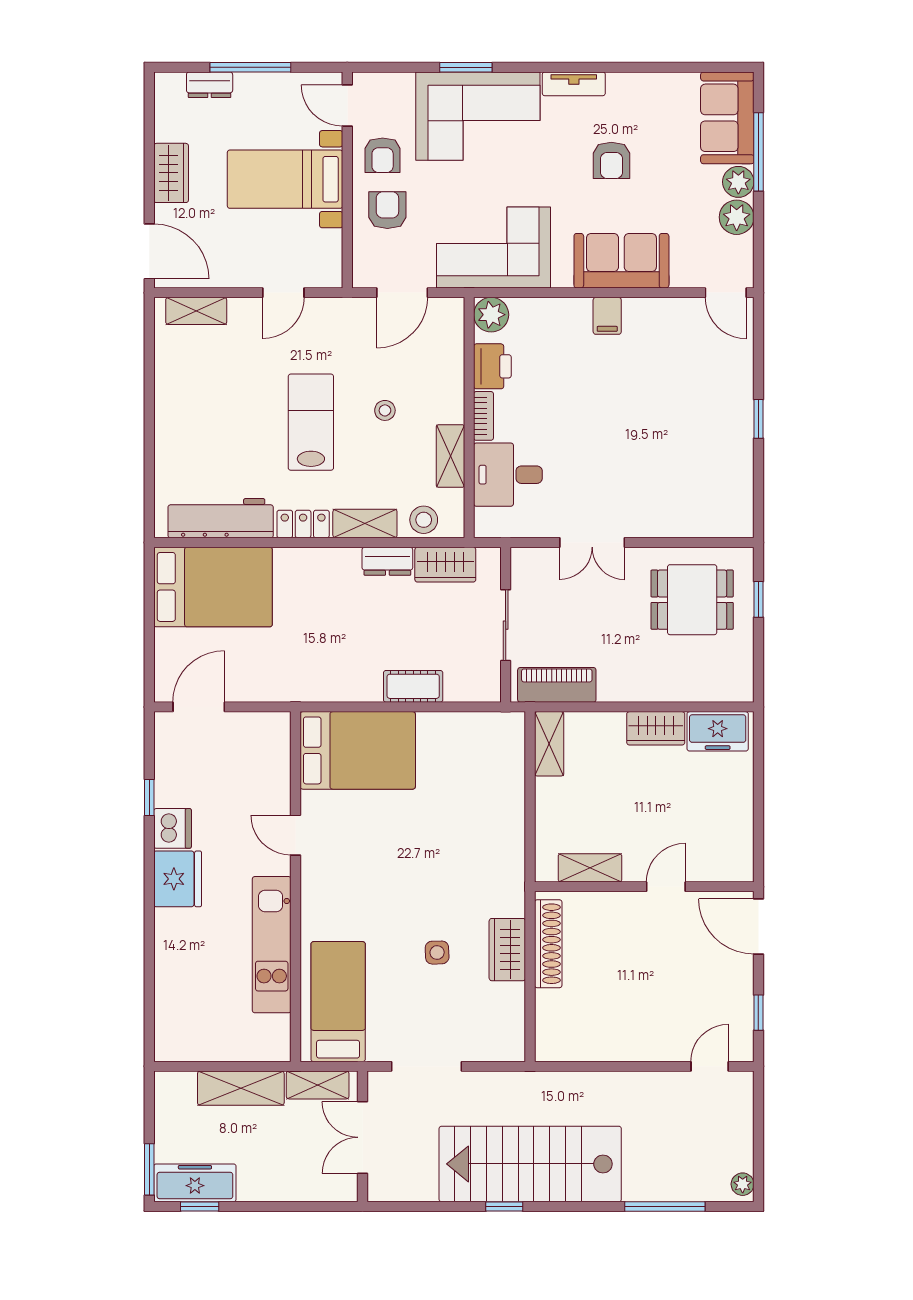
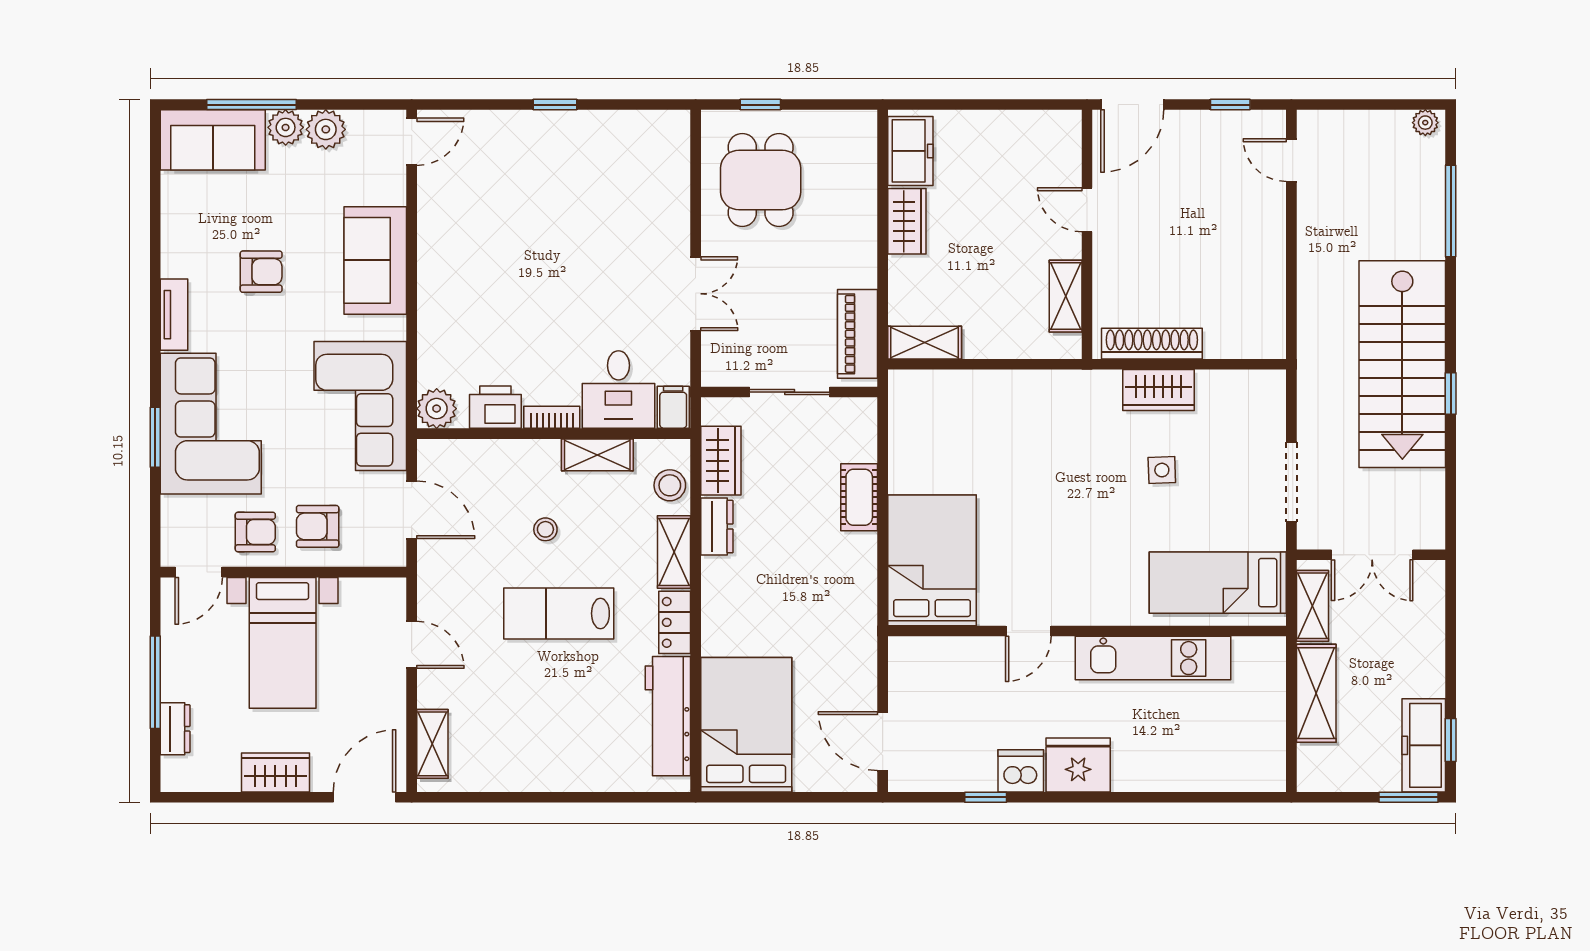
filing cabinet: (607, 316) -> (673, 407), moved, turned -90

